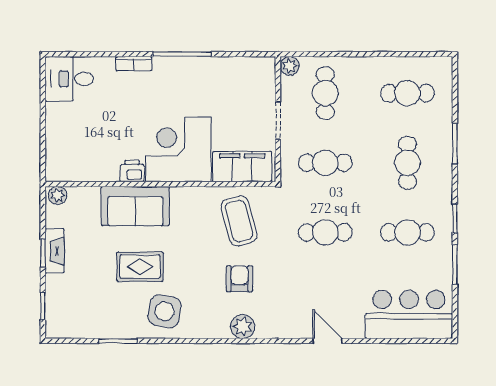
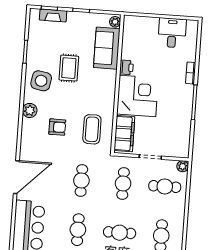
desk: (69, 79) -> (172, 33), moved
sofa: (135, 206) -> (107, 48), moved
coffee table: (239, 221) -> (92, 129), turned -75
fireplace: (54, 251) -> (53, 15), moved
plant: (243, 327) -> (30, 110), moved
door: (327, 341) -> (16, 177), width x1.87

